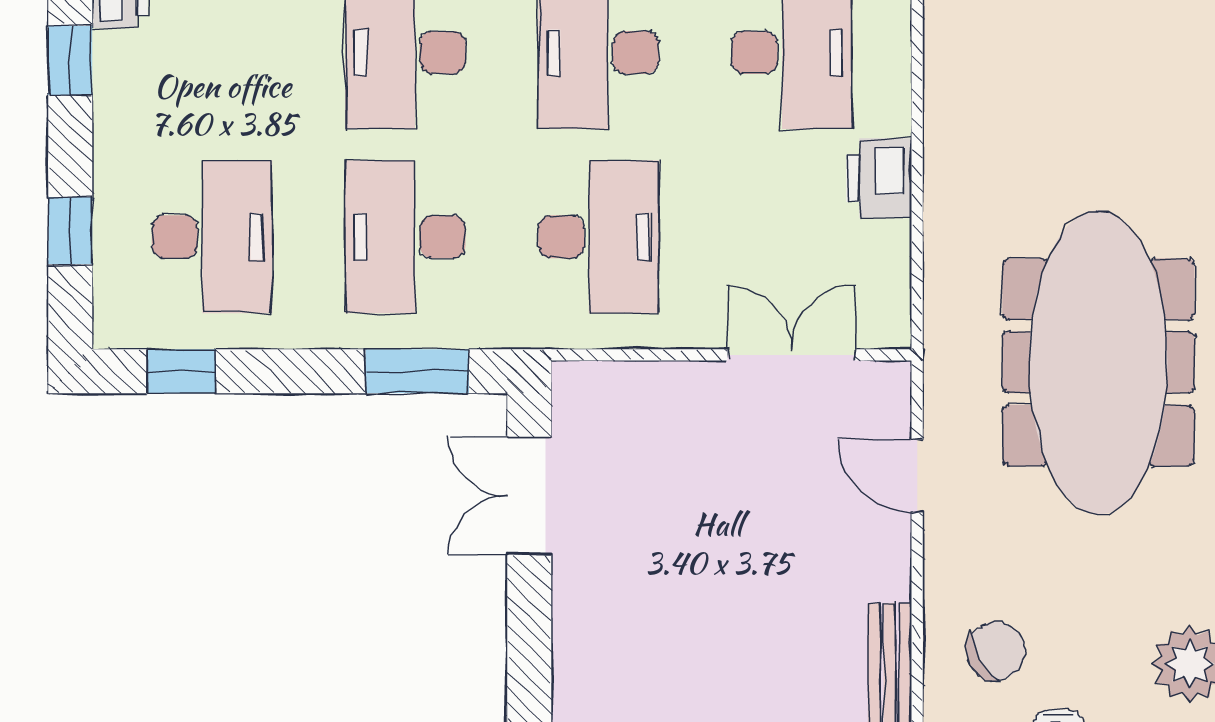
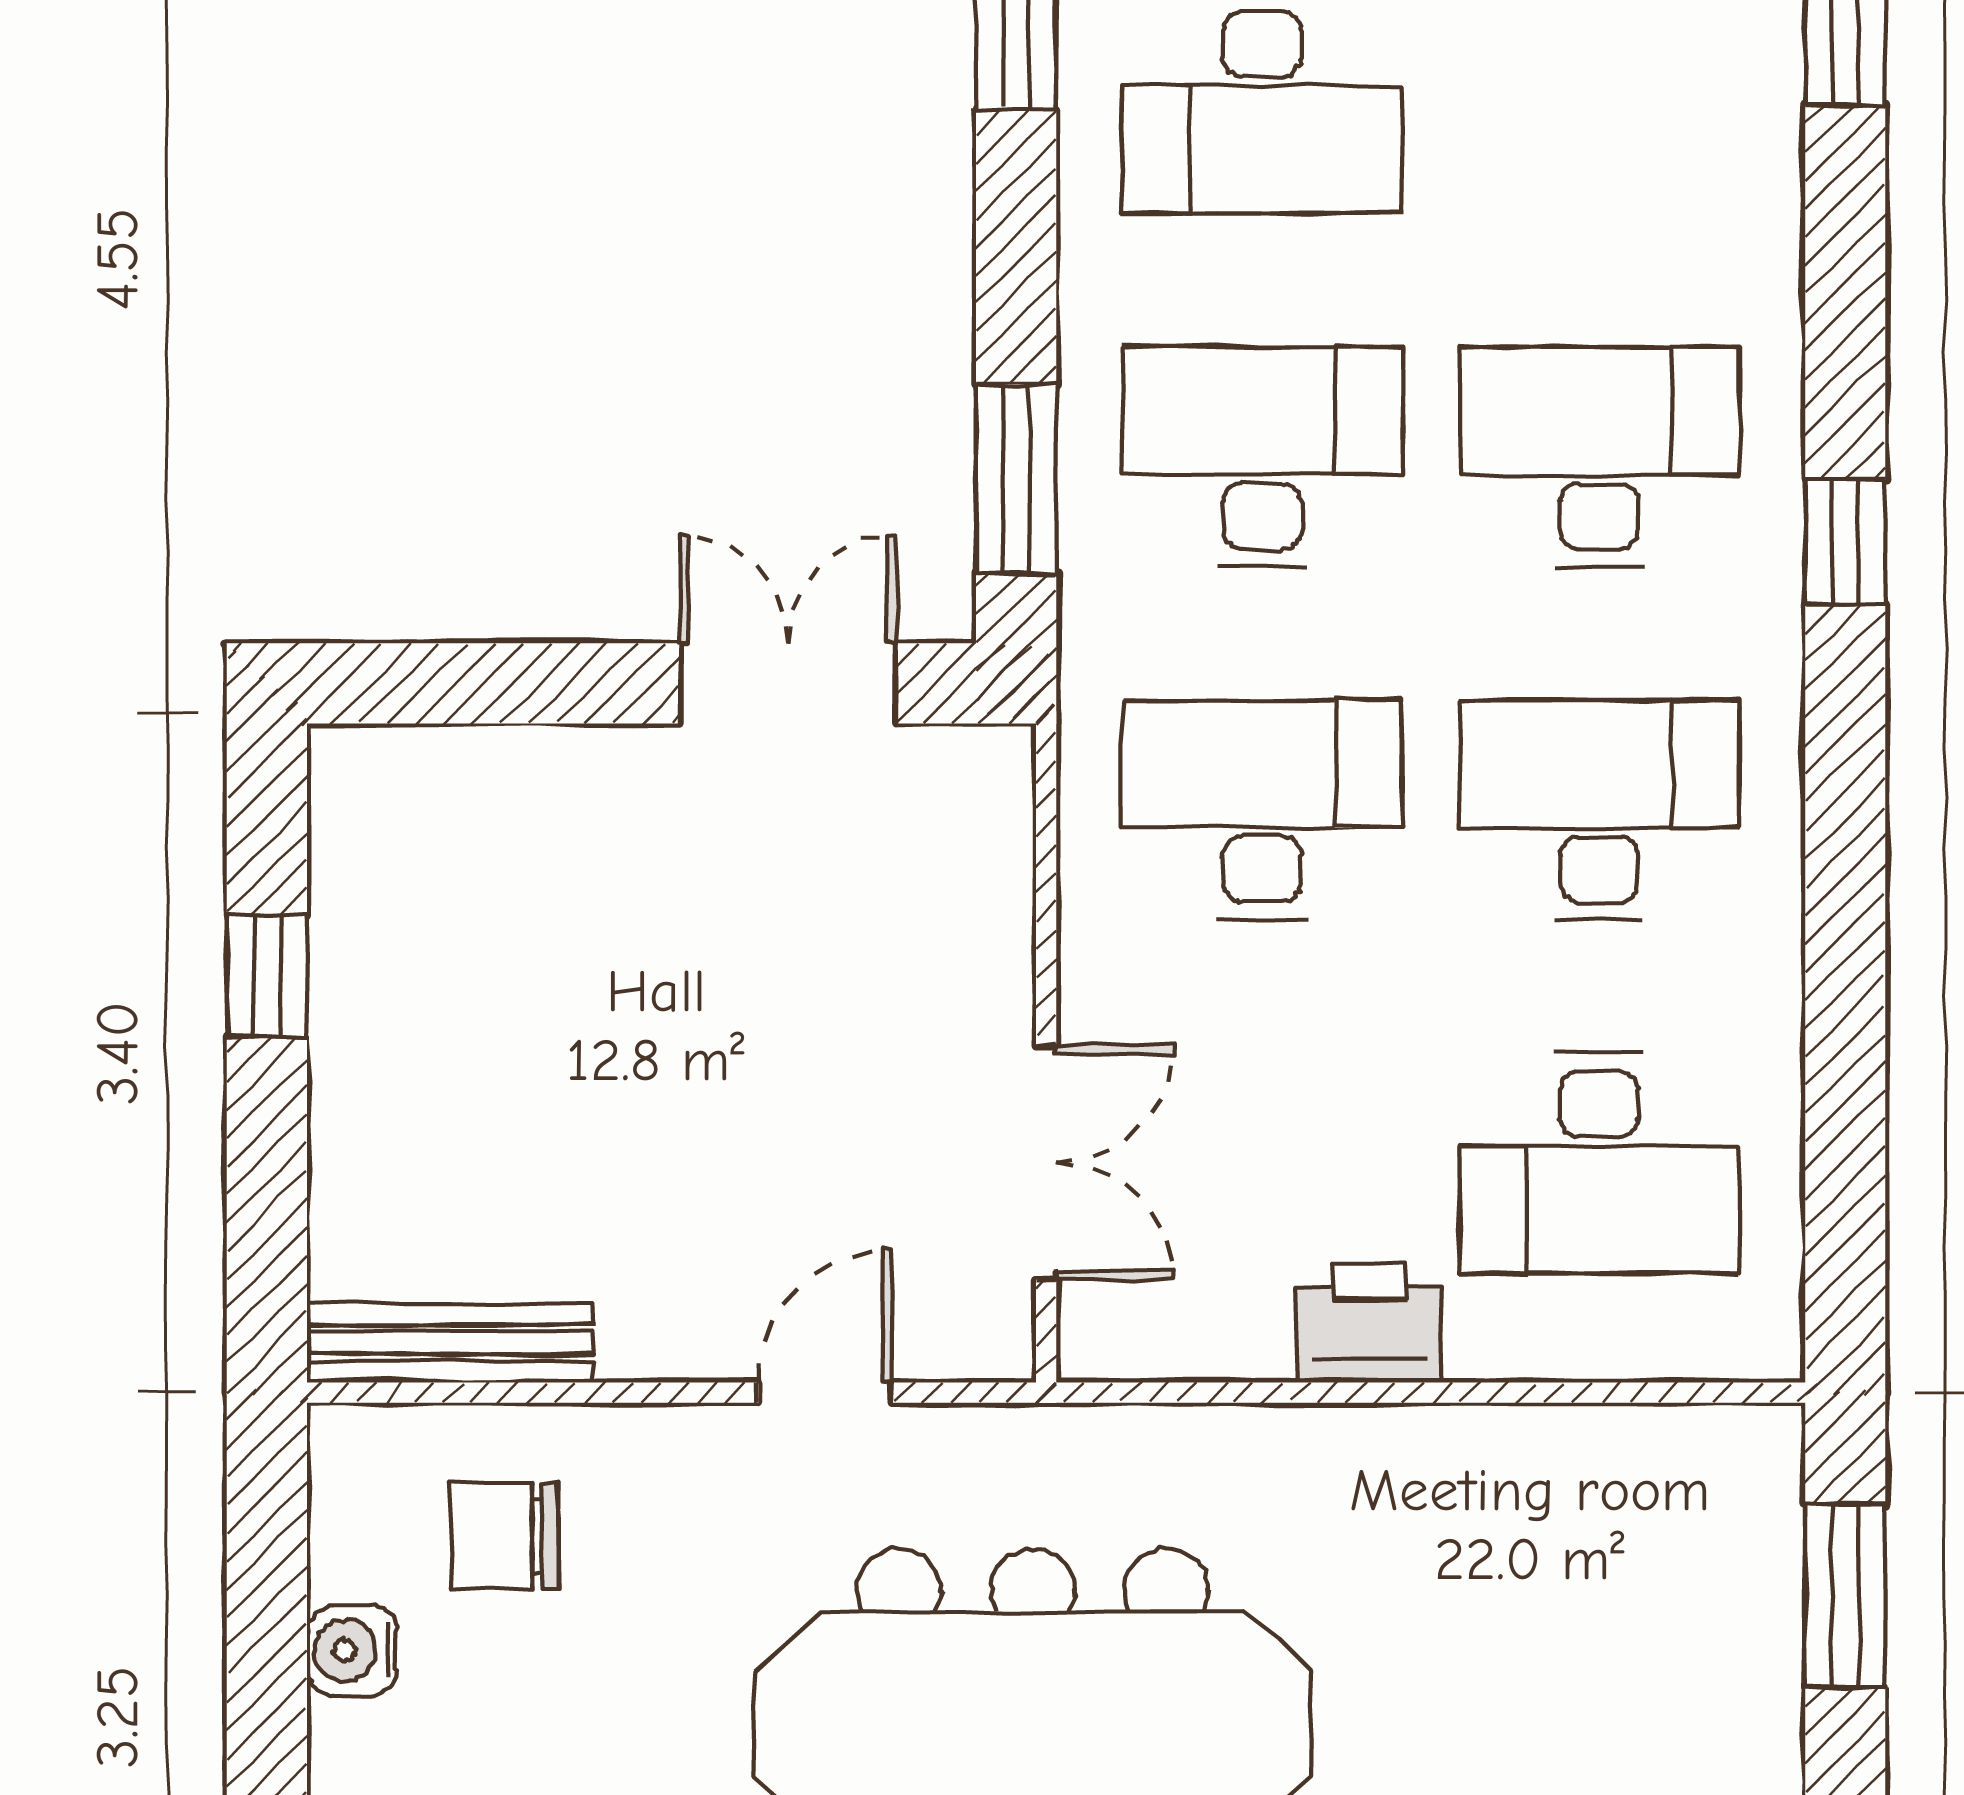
desk: (599, 237) -> (1262, 810), turned 180
chair: (996, 651) -> (505, 1536), turned 119

